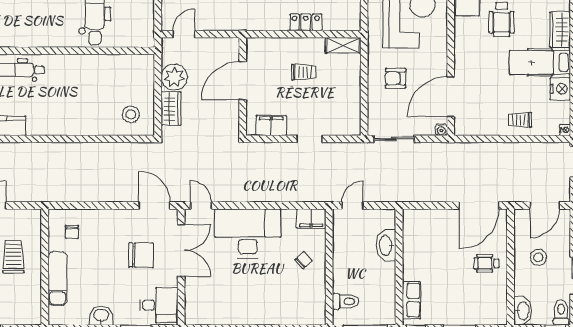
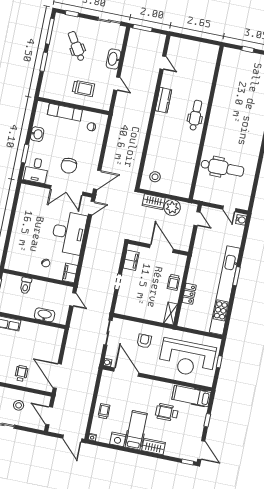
trolley: (304, 72) -> (173, 282), moved
toilet: (346, 301) -> (26, 286), moved

